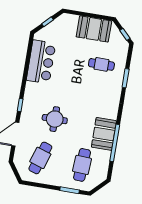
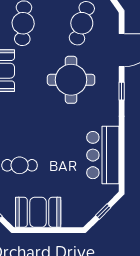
round table: (55, 119) -> (71, 80), width x1.36, depth x1.36

